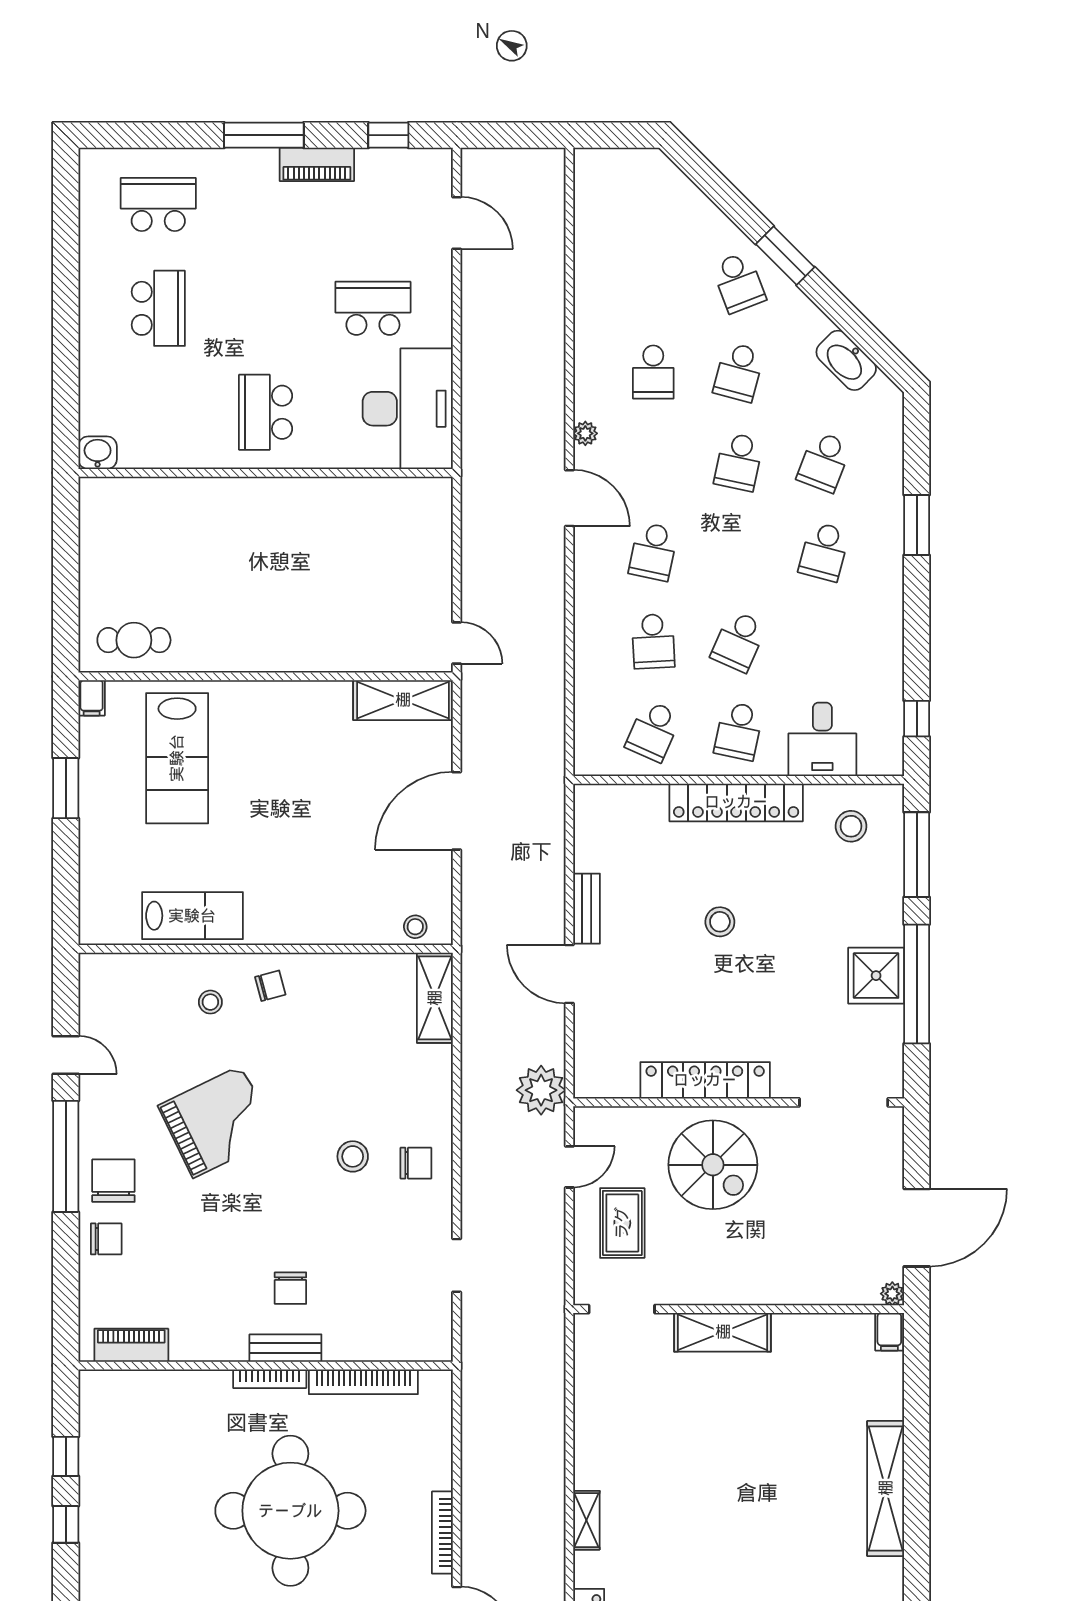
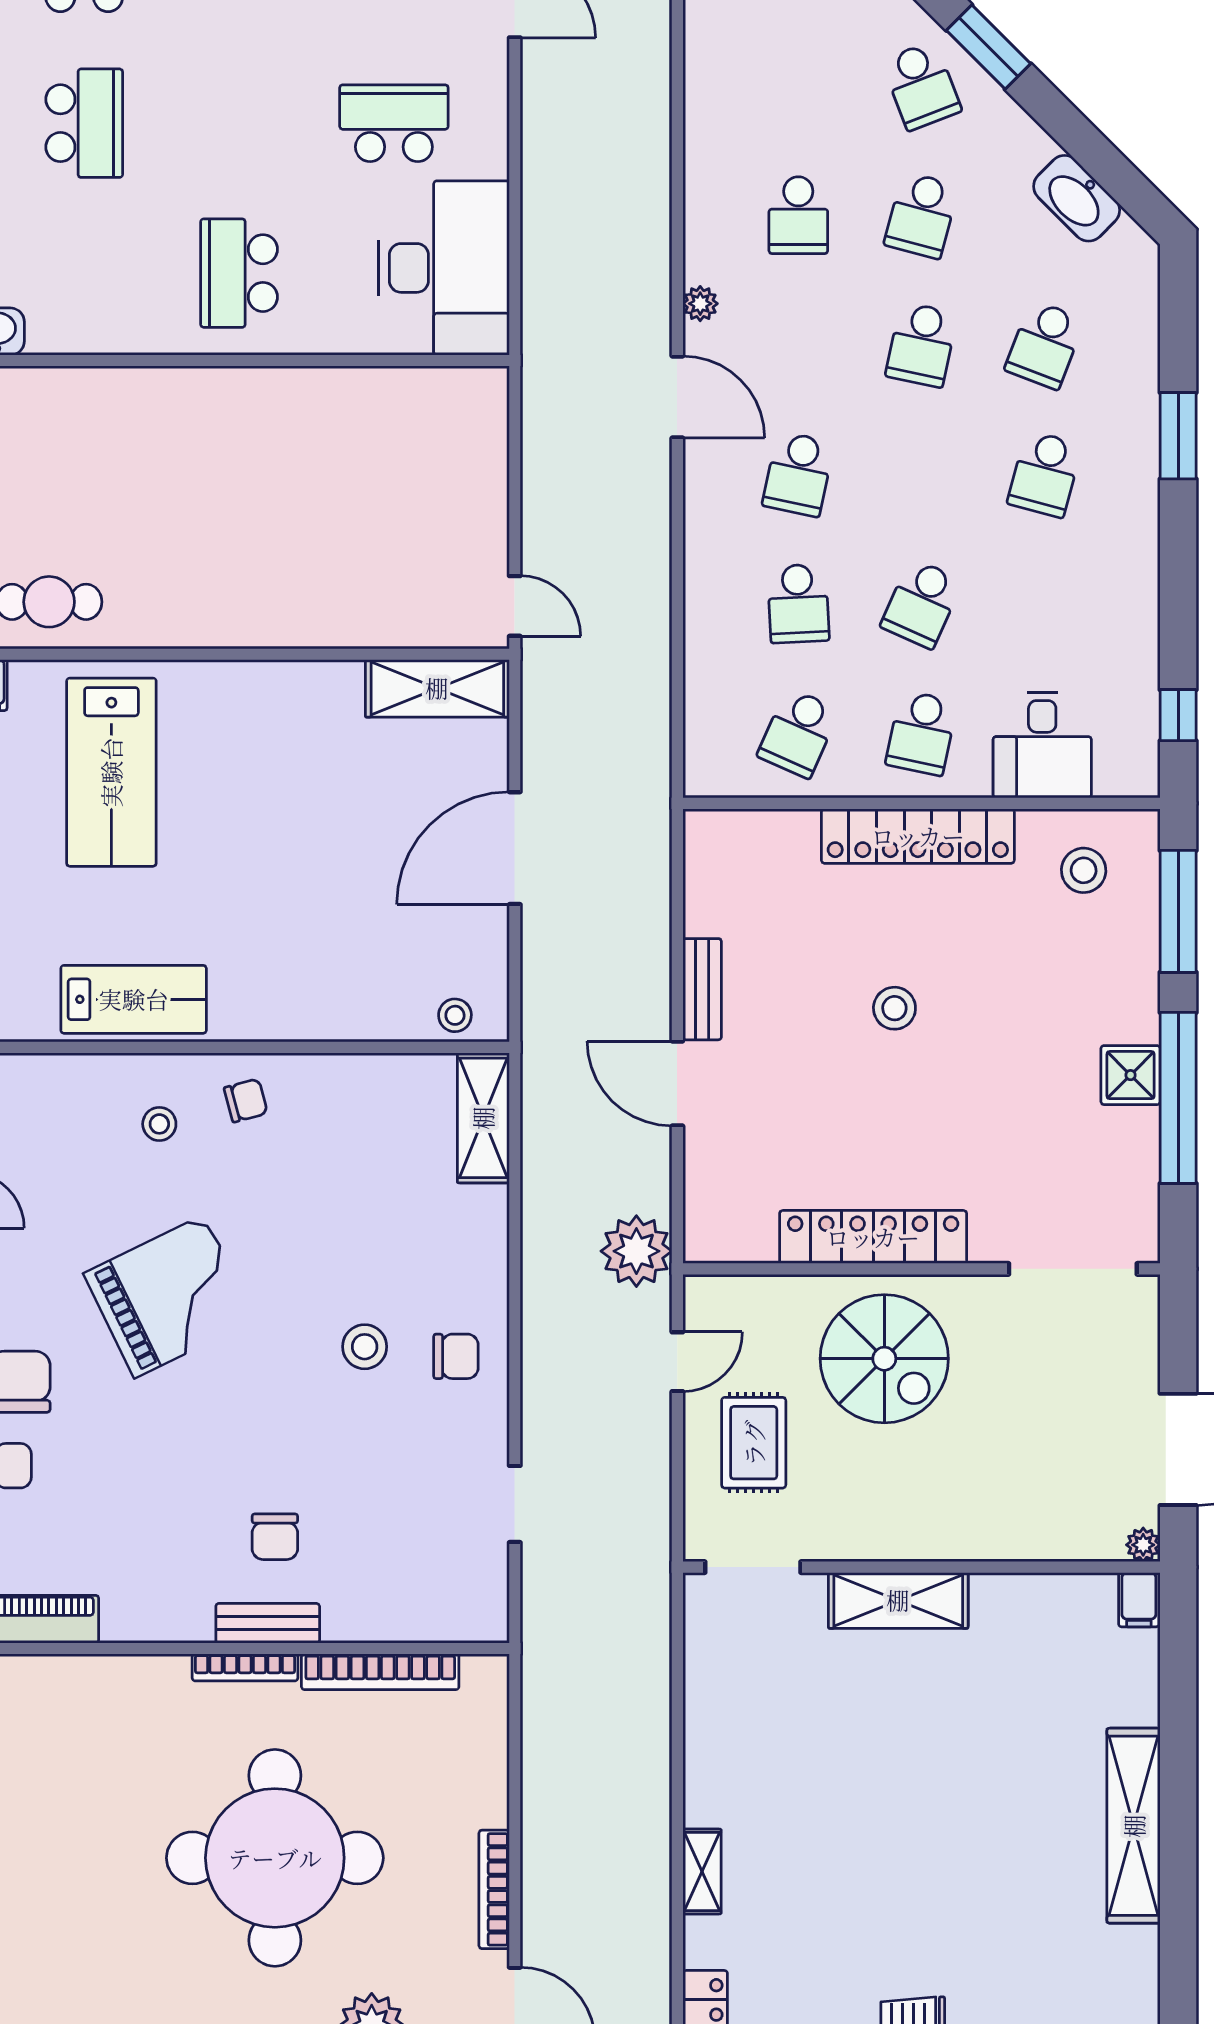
shower: (876, 976) -> (1131, 1075), width x0.73, depth x0.73

